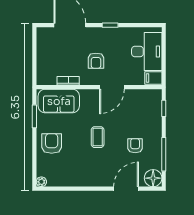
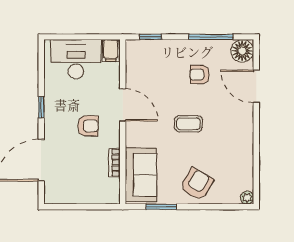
armchair: (52, 143) -> (197, 184), turned 120

